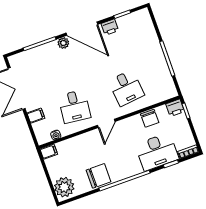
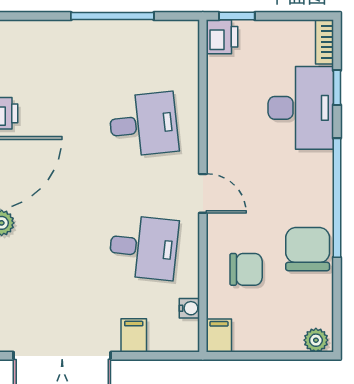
chair: (150, 118) -> (246, 269), moved
plant: (64, 187) -> (316, 340), width x0.53, depth x0.53

